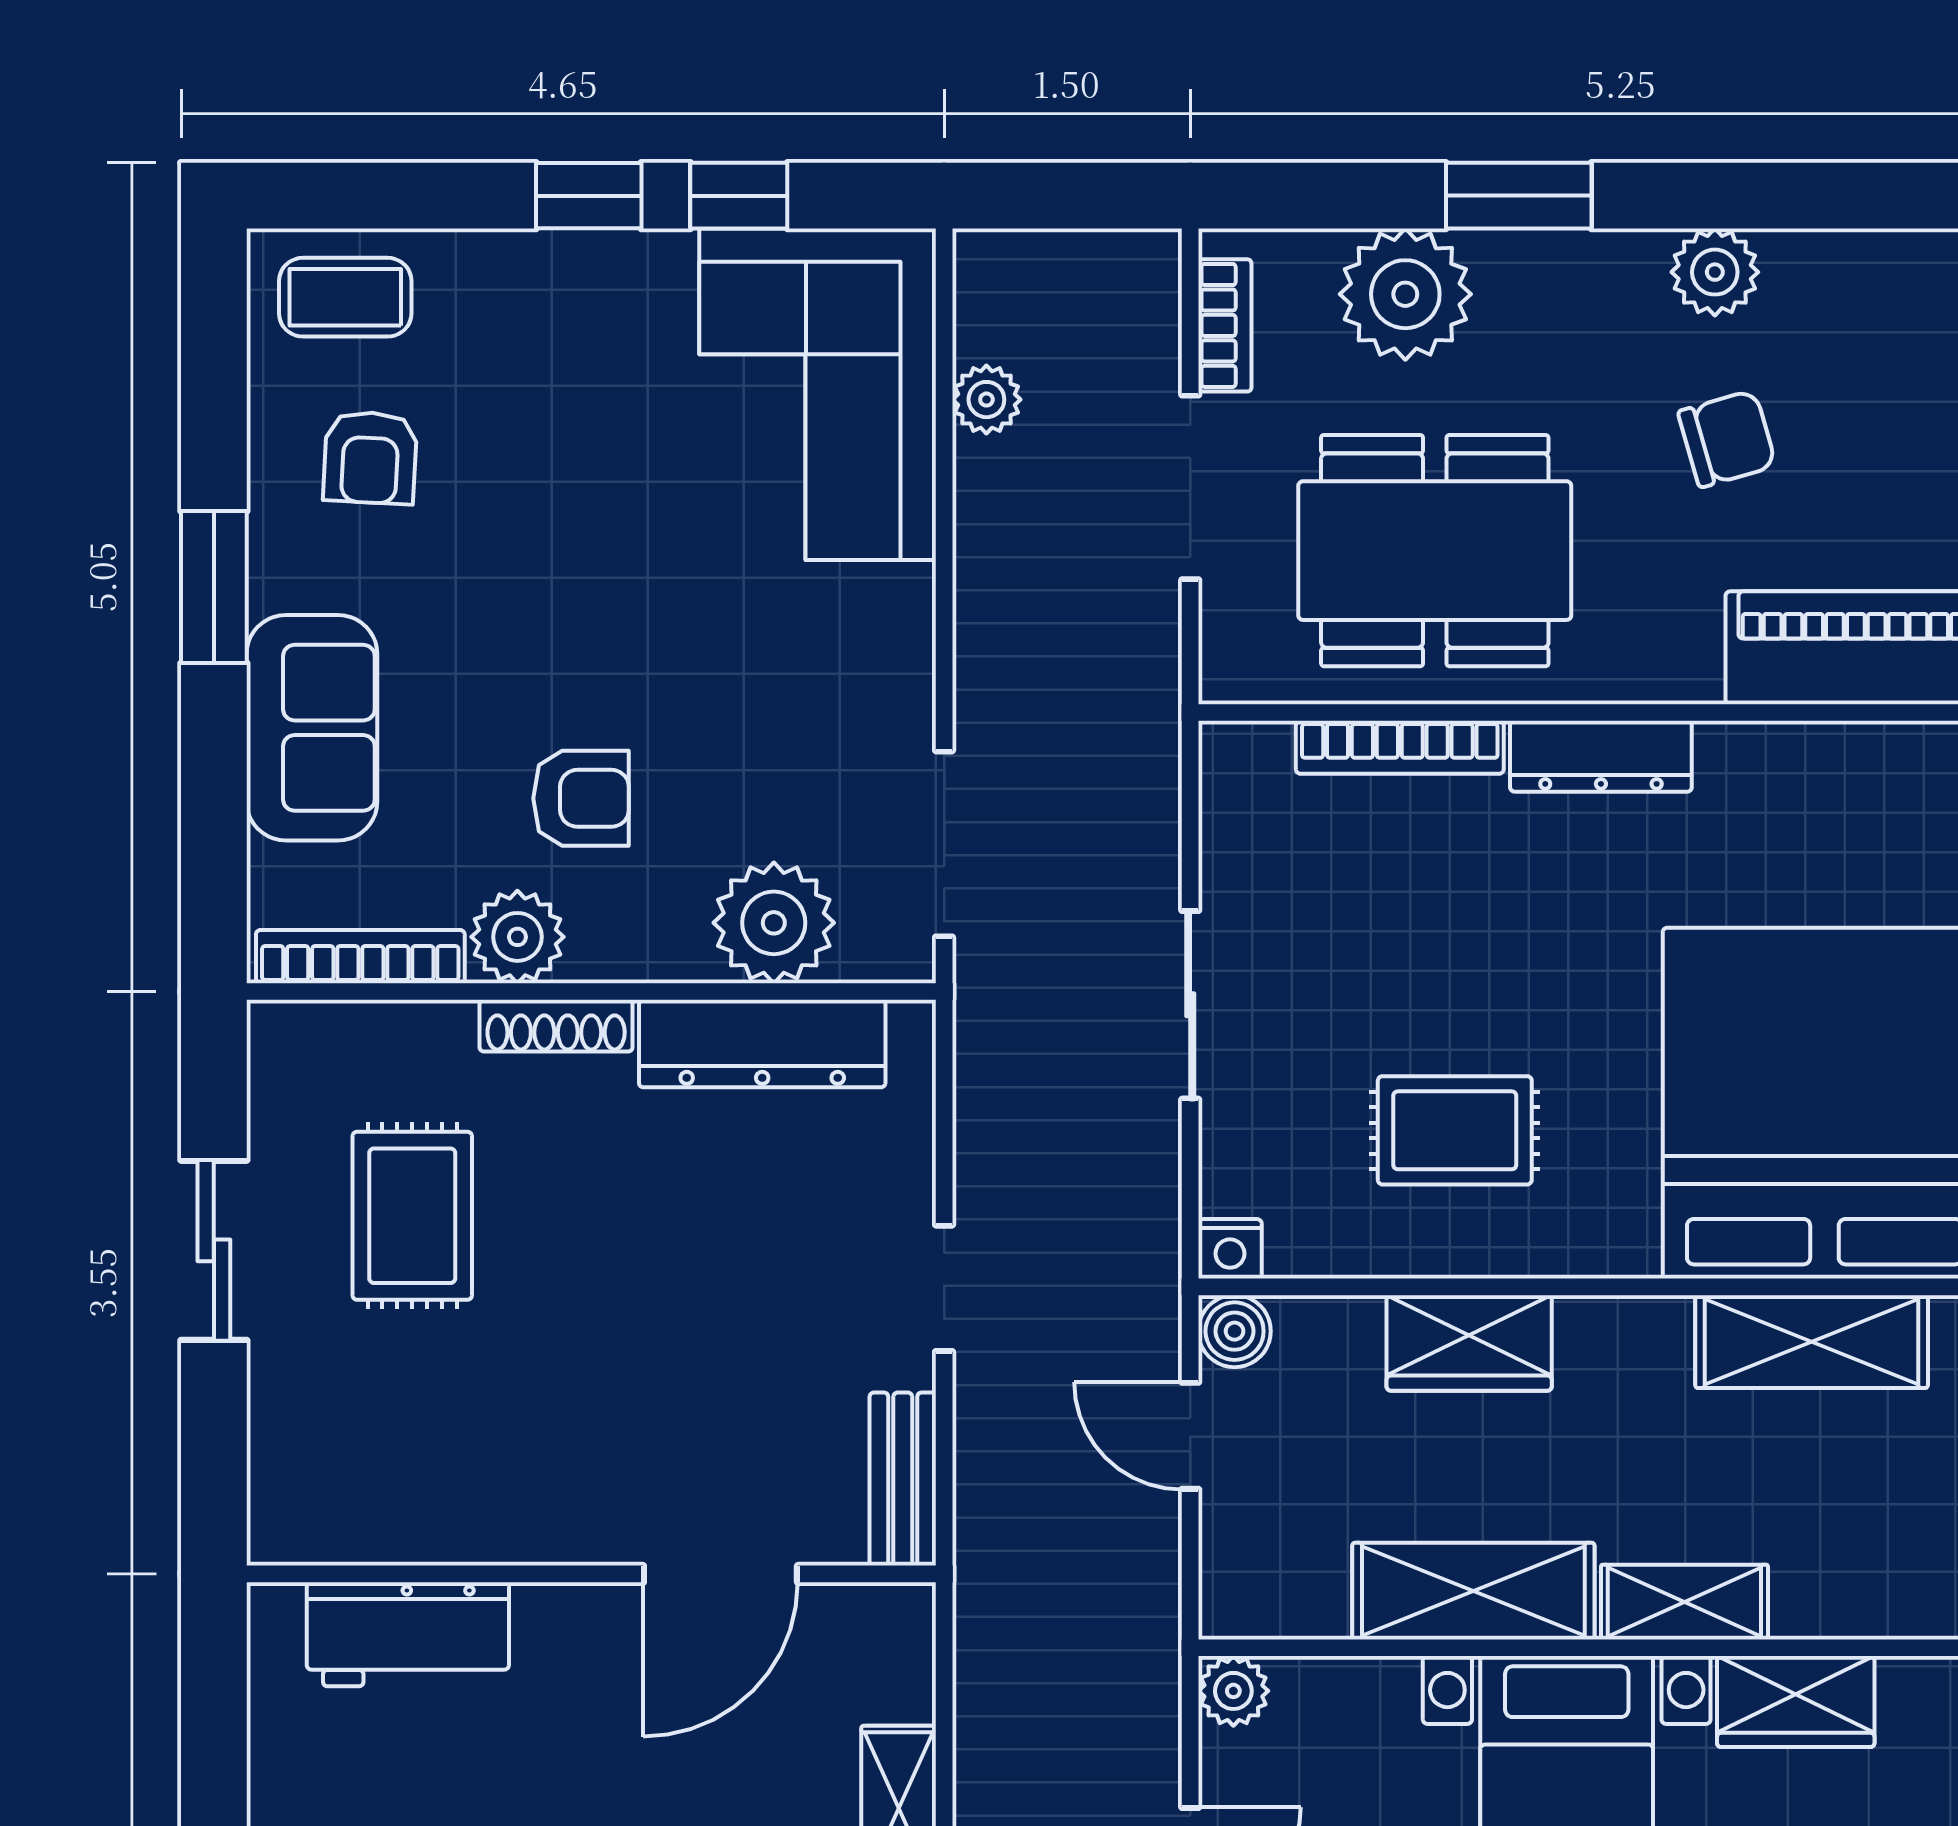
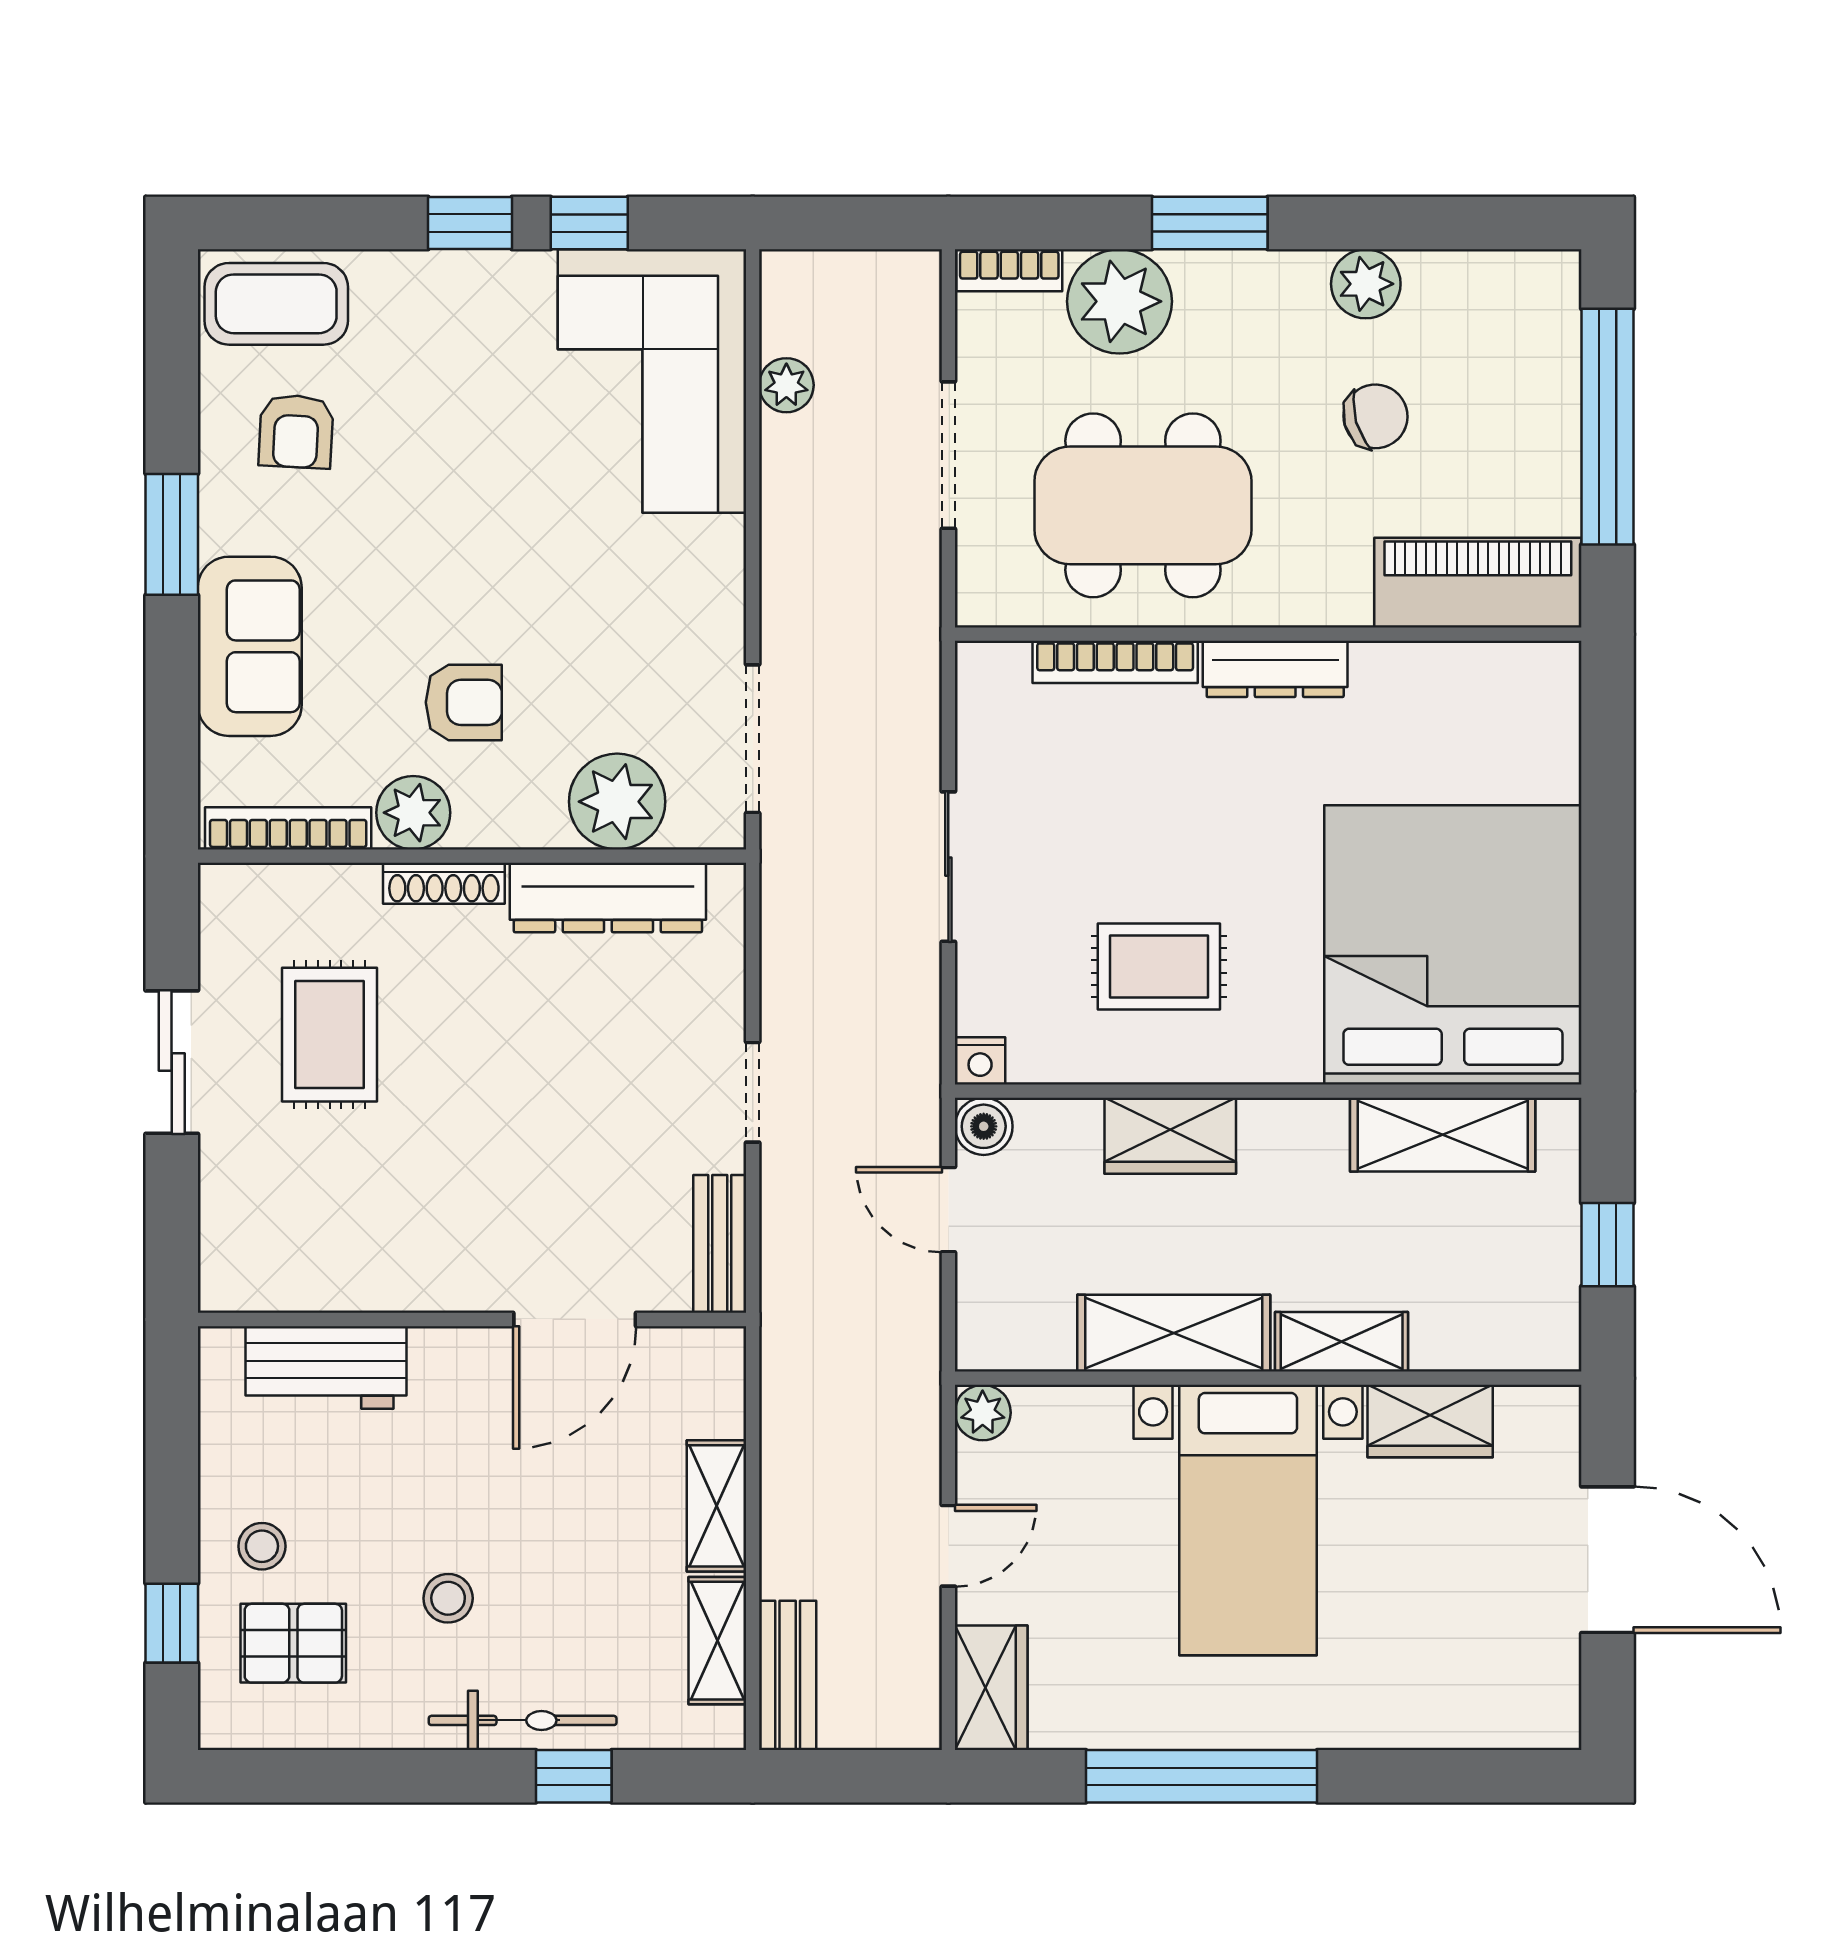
coffee table: (345, 297) -> (276, 304), width x1.36, depth x1.30
bookcase: (1225, 325) -> (1009, 270), moved, turned 90

